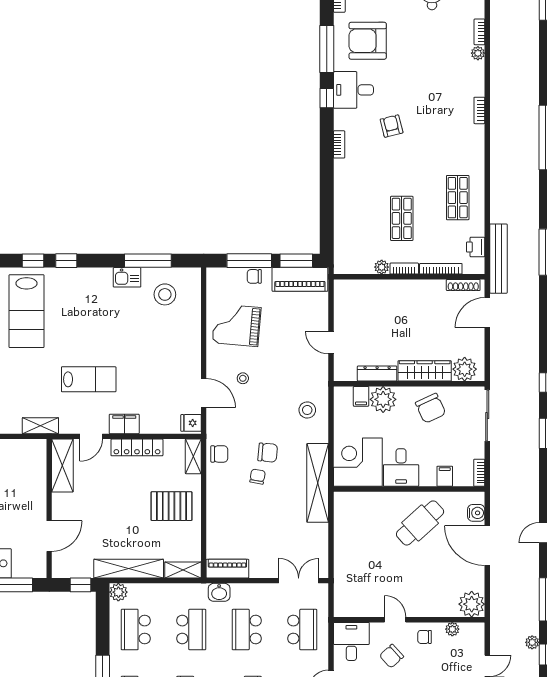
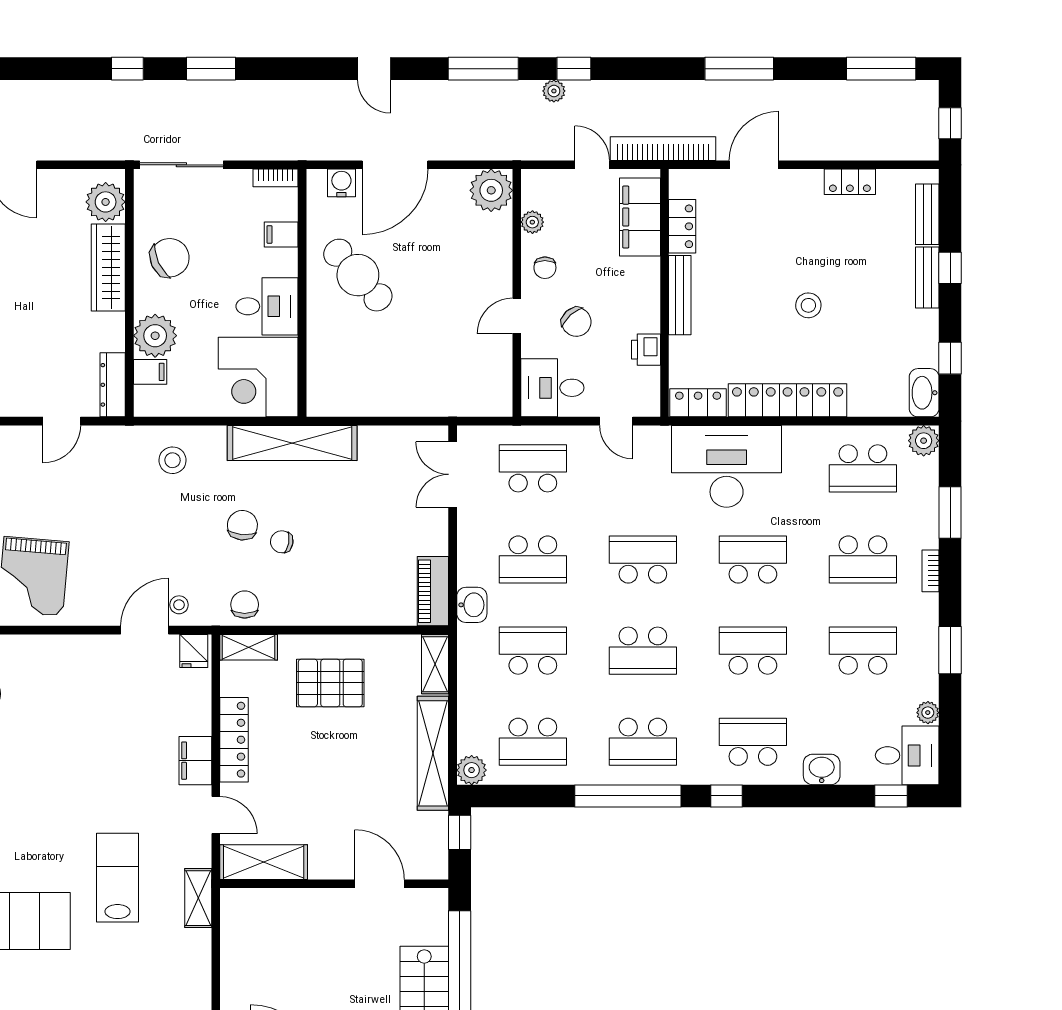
dresser: (377, 374) -> (113, 385), moved
stool: (243, 378) -> (179, 605), moved
lab bench: (89, 379) -> (118, 878), moved
pallet: (172, 506) -> (330, 683), turned 90

